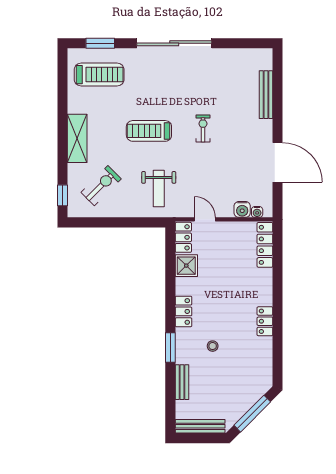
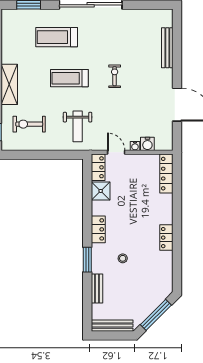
treadmill: (99, 75) -> (57, 37), moved, turned 180
exercise bike: (101, 186) -> (29, 124), turned -135
water cooler: (257, 212) -> (135, 146), moved

